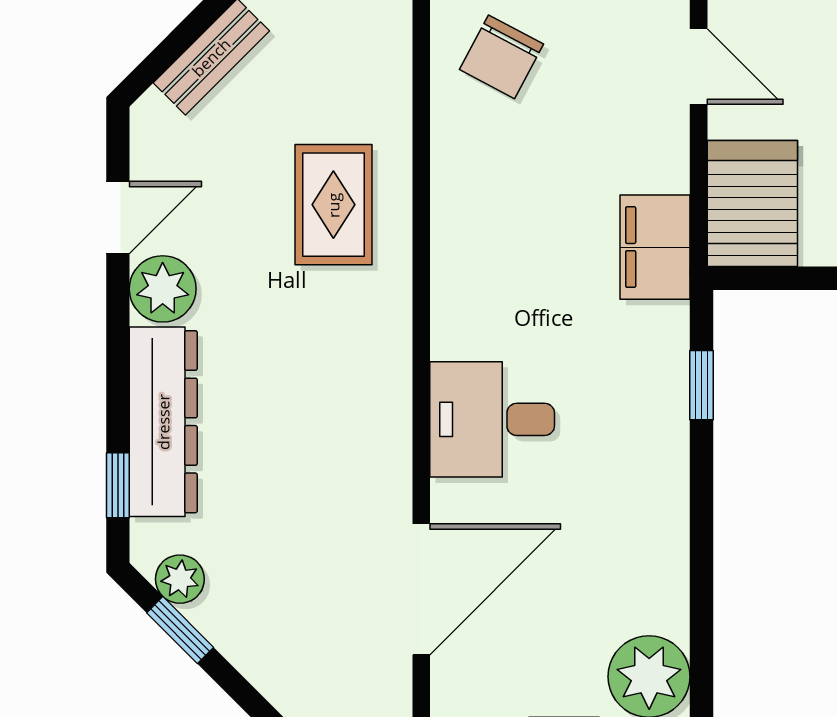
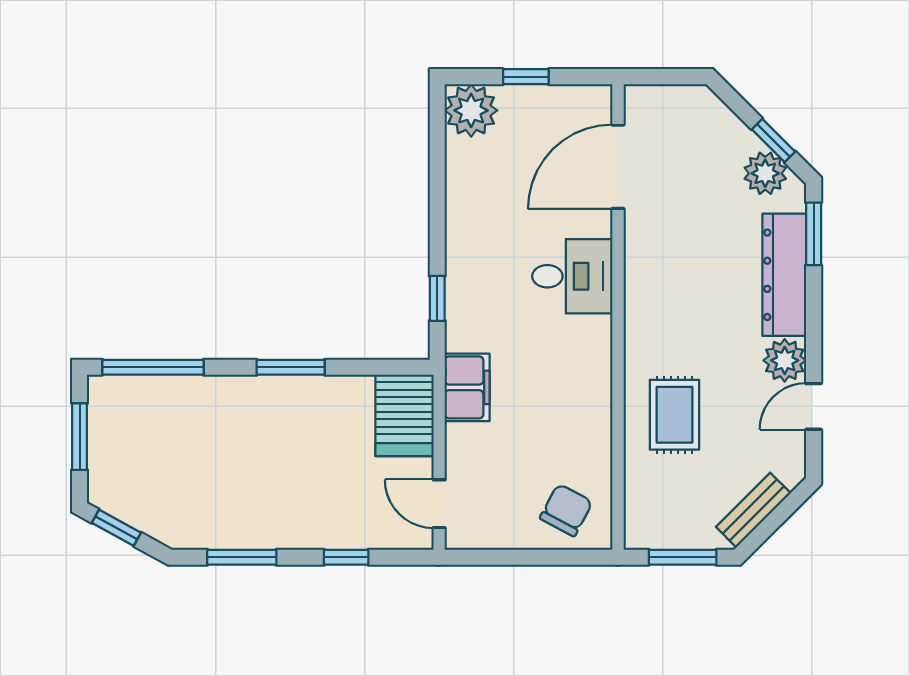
window: (118, 485) -> (814, 234), width x1.50
plant: (180, 579) -> (765, 173), width x1.38, depth x1.38

